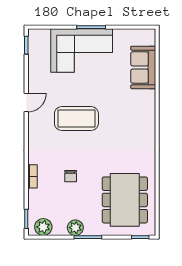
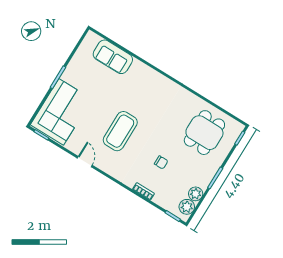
corner sofa: (82, 51) -> (61, 112), moved
dining table: (125, 200) -> (204, 133), width x0.73
plant: (75, 228) -> (196, 194), moved

